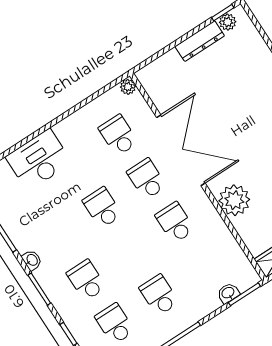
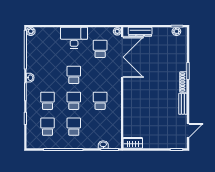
dresser: (200, 41) -> (140, 32), moved
double door: (181, 150) -> (122, 57), moved
desk: (39, 160) -> (74, 38), moved
school desk: (147, 179) -> (74, 101), moved
plant: (234, 200) -> (131, 108), removed

